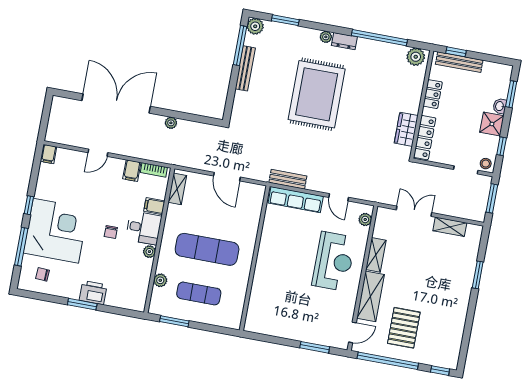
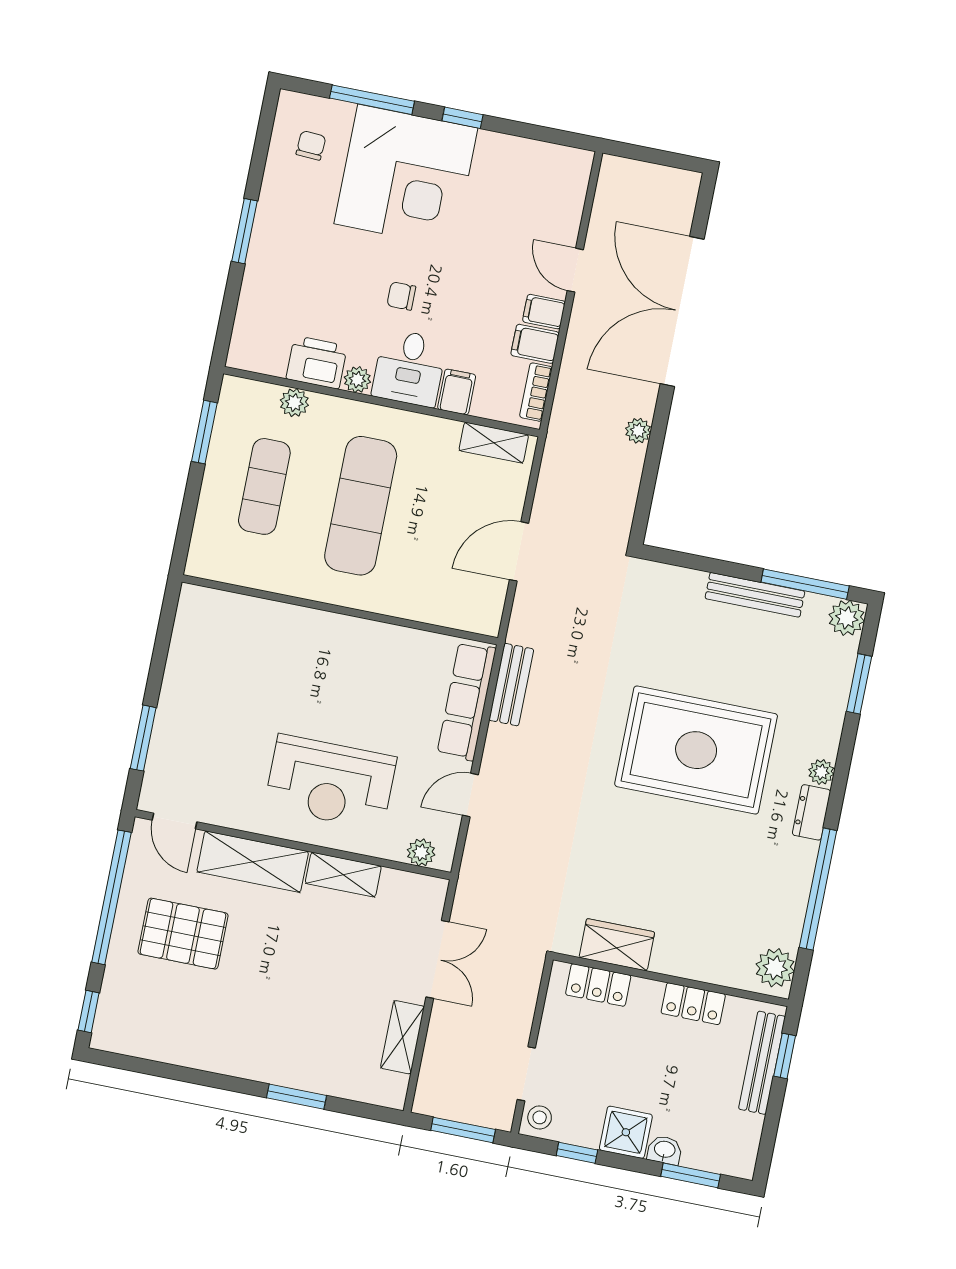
double door: (116, 103) -> (682, 312), swing flipped
locker: (425, 138) -> (598, 985), width x0.66
filing cabinet: (49, 154) -> (544, 312), moved
printer: (93, 293) -> (317, 362), moved, turned -90

